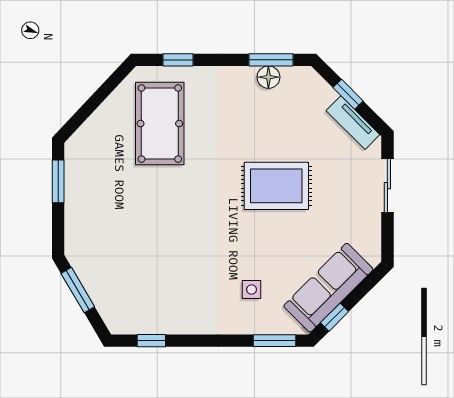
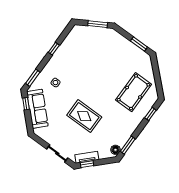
floor lamp: (268, 77) -> (115, 150), moved
window: (348, 94) -> (87, 164), moved
pool table: (160, 124) -> (134, 92), turned 90
rug: (276, 186) -> (84, 116), turned 90
window: (151, 341) -> (54, 49), moved

